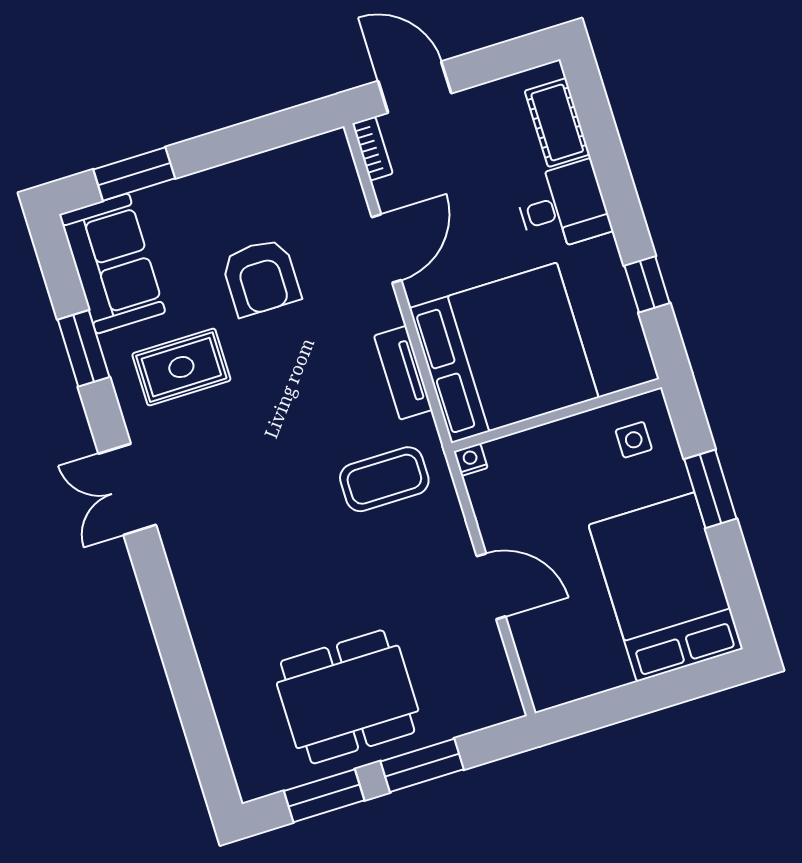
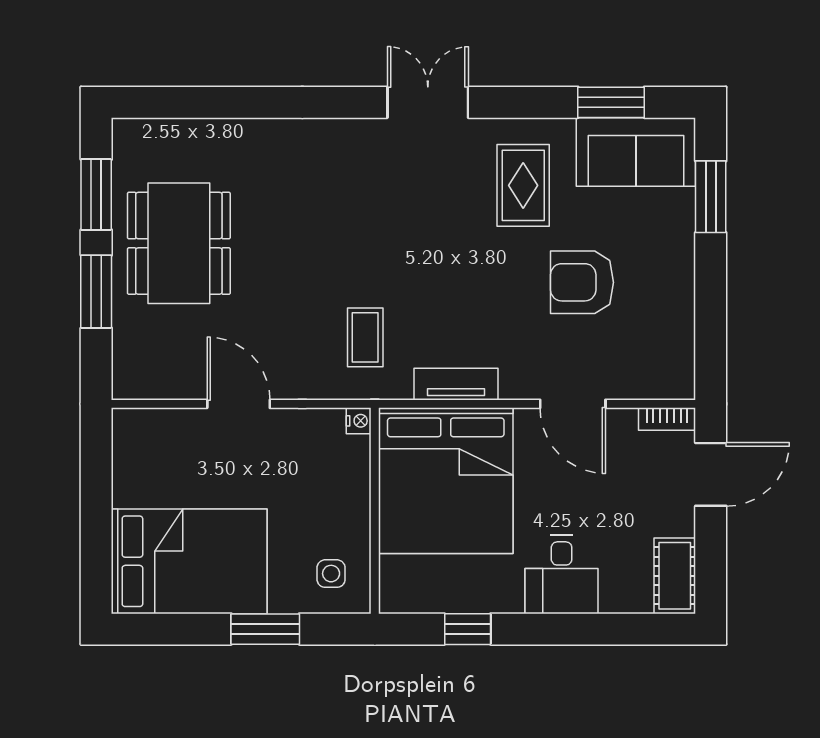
cot: (557, 123) -> (675, 576), moved, turned 90
window: (84, 348) -> (611, 102), moved
coffee table: (384, 479) -> (365, 337), width x0.73, depth x0.77
door: (491, 586) -> (239, 404), swing flipped

